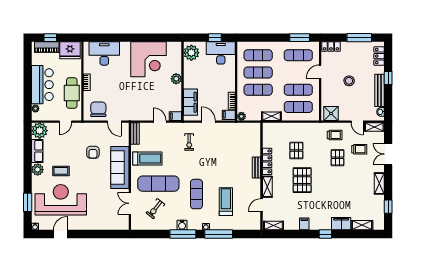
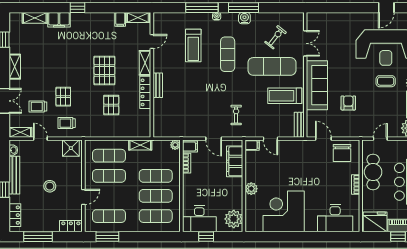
filing cabinet: (304, 224) -> (120, 19), moved

